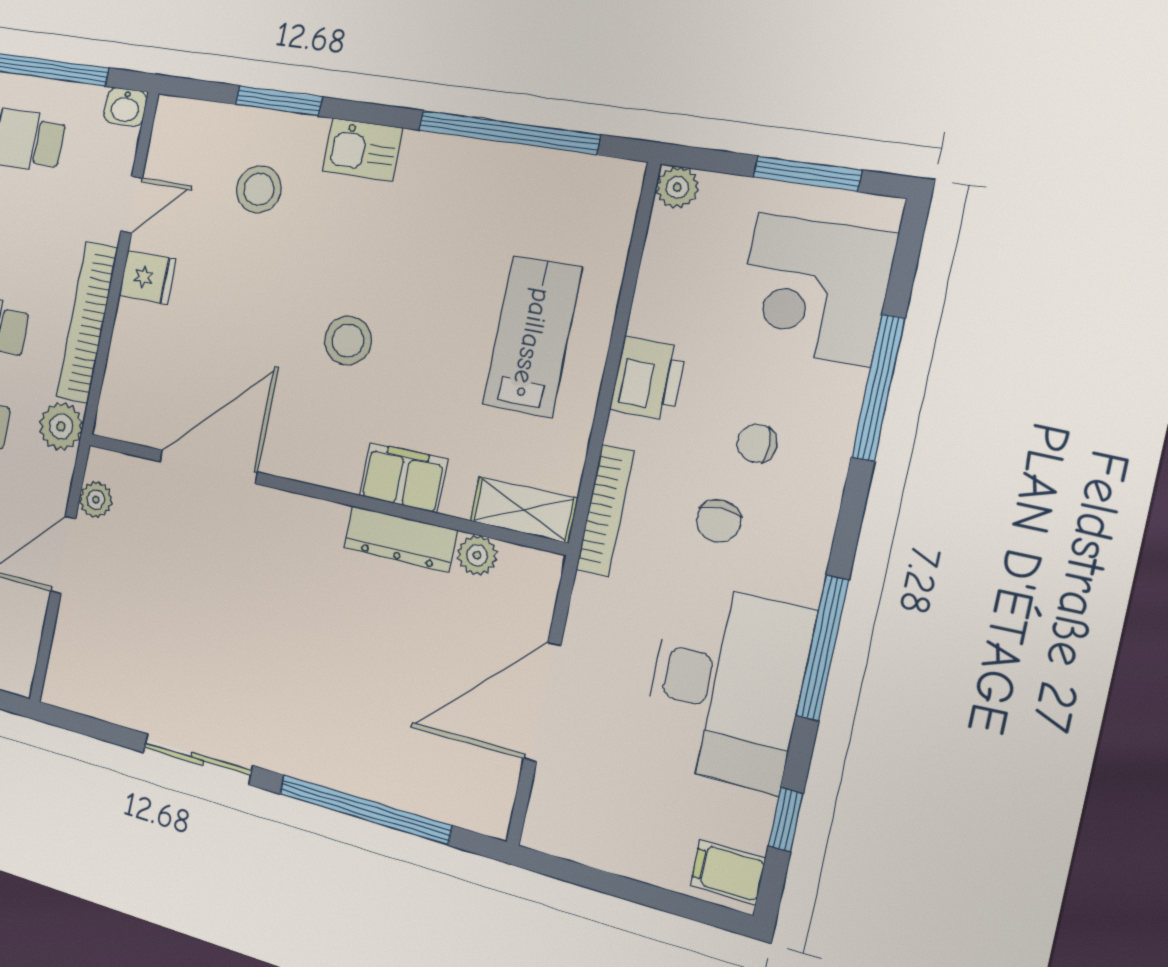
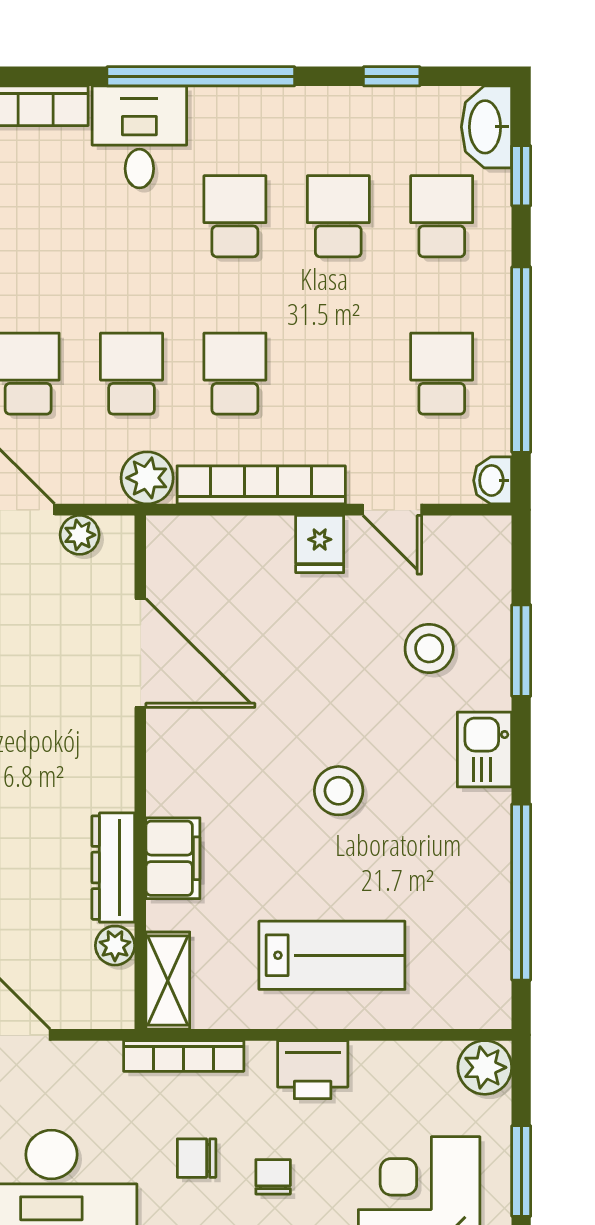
plant: (677, 187) -> (485, 1067), width x1.38, depth x1.38
stool: (348, 340) -> (339, 791), moved

